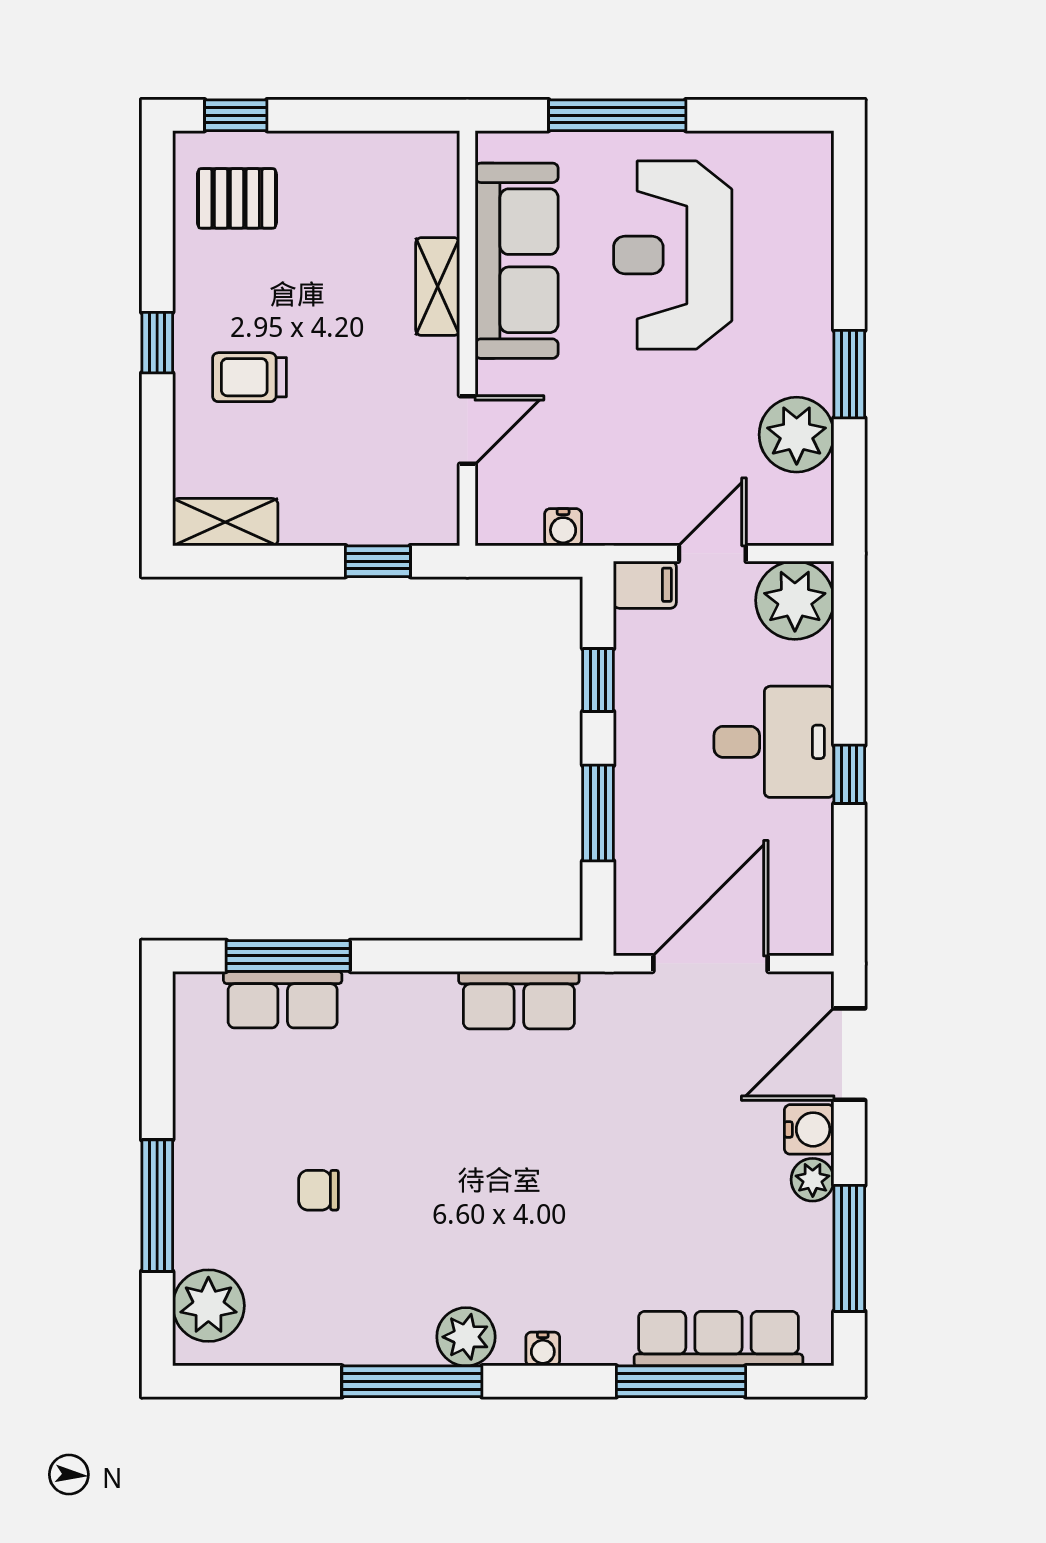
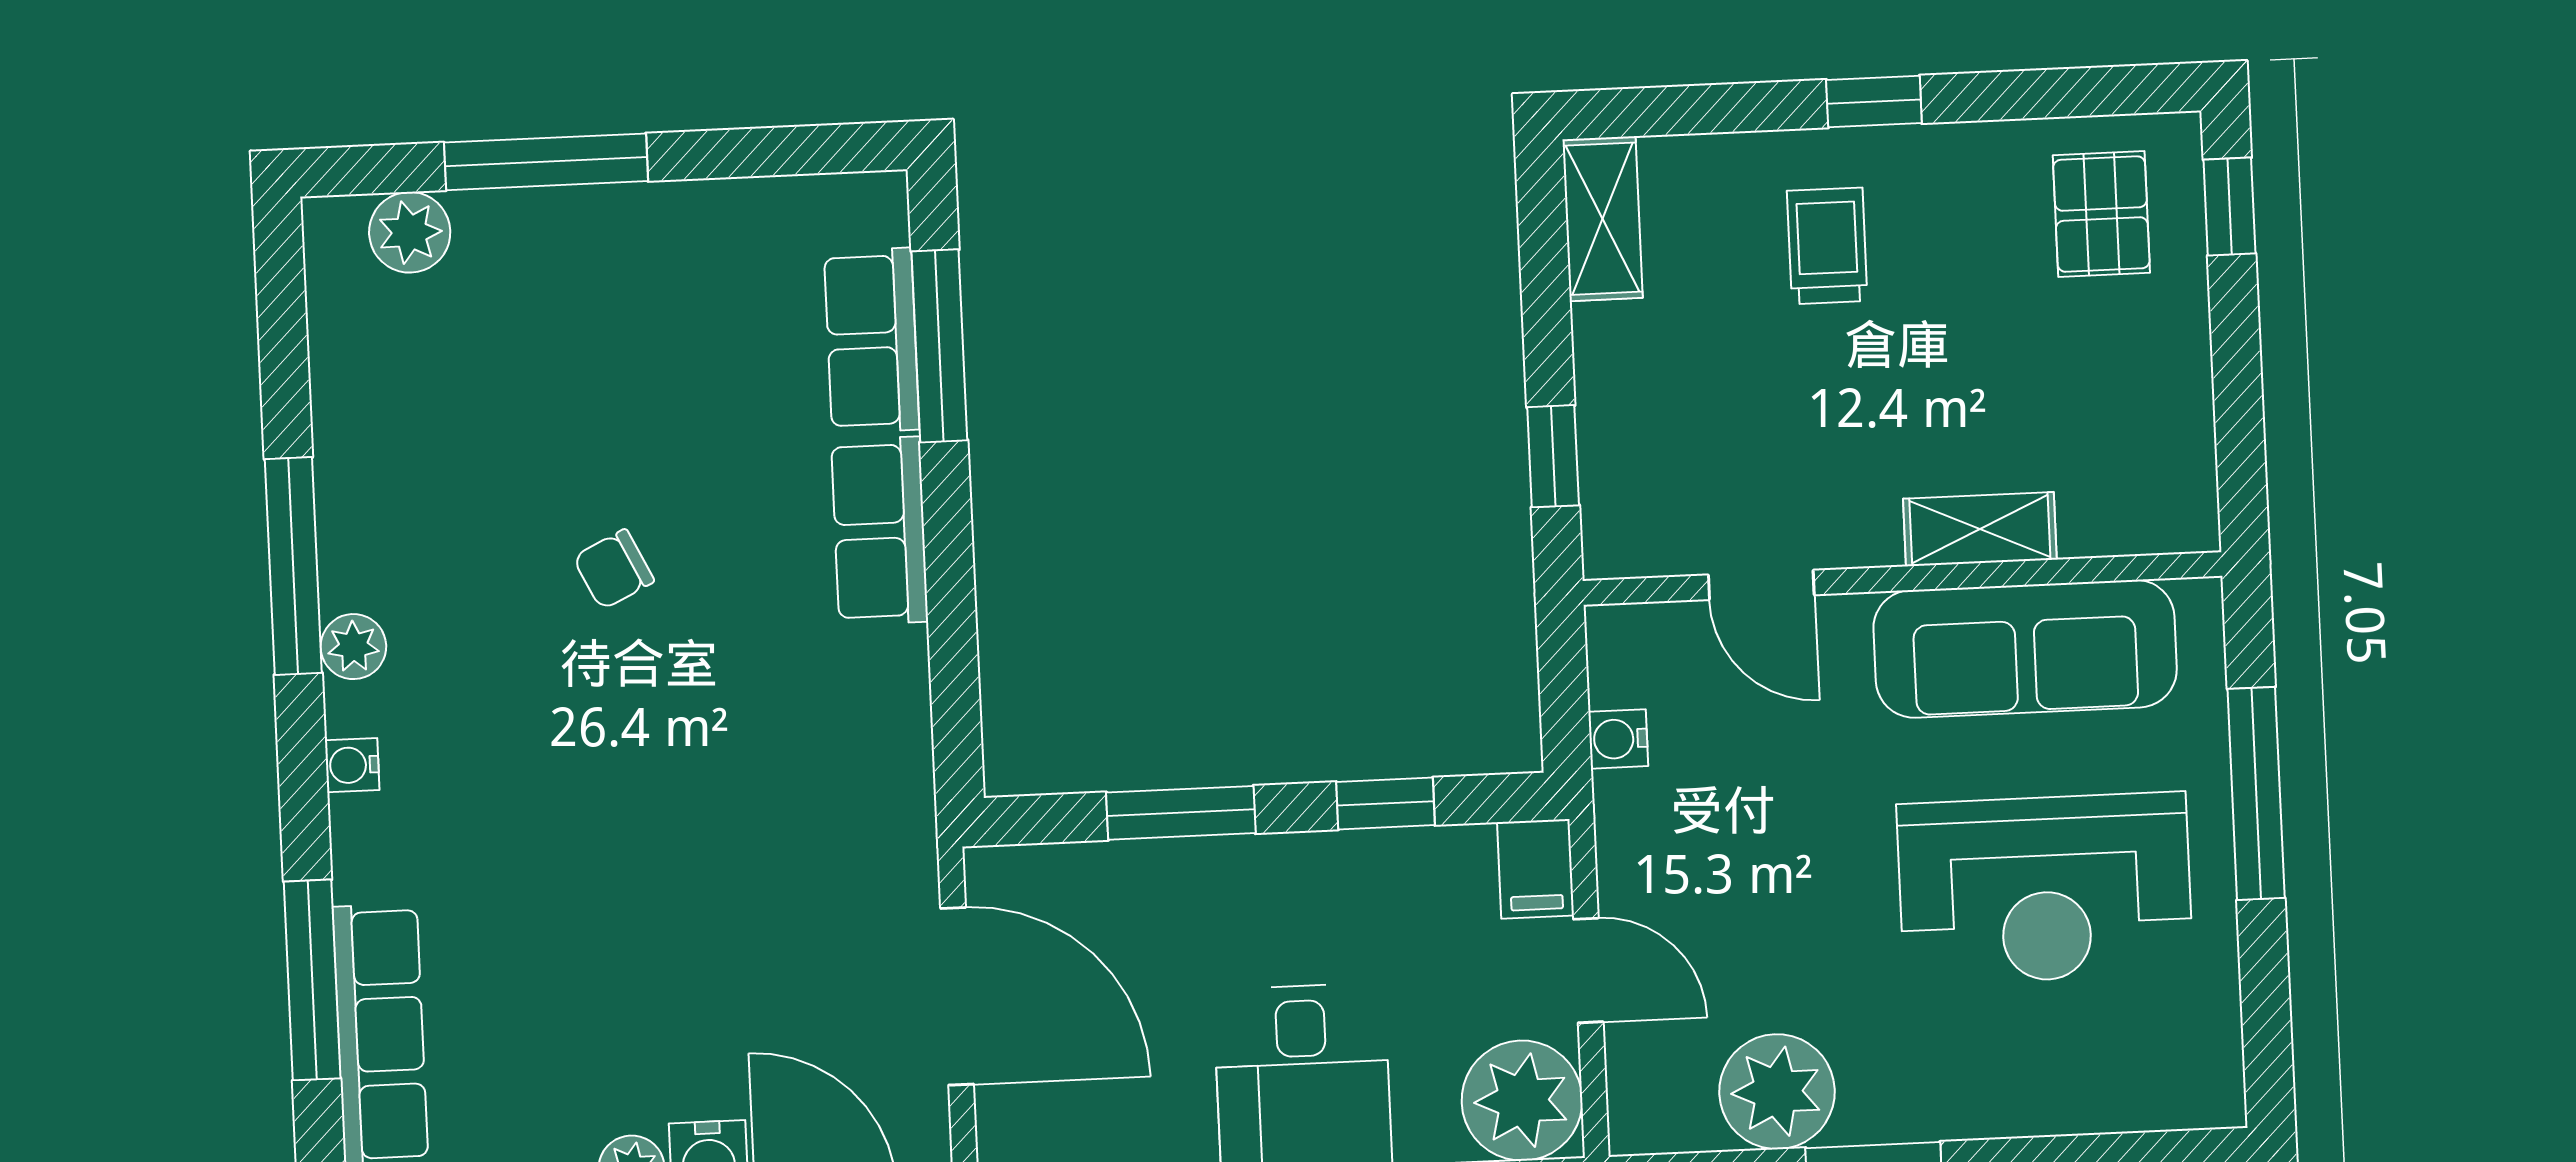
reception desk: (673, 255) -> (2045, 889), turned 180
row of seats: (519, 1000) -> (880, 531), moved
chair: (319, 1190) -> (614, 569), moved, turned -116
plant: (208, 1306) -> (410, 232), width x0.73, depth x0.73
plant: (466, 1337) -> (353, 647), width x0.73, depth x0.73

